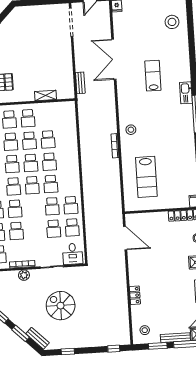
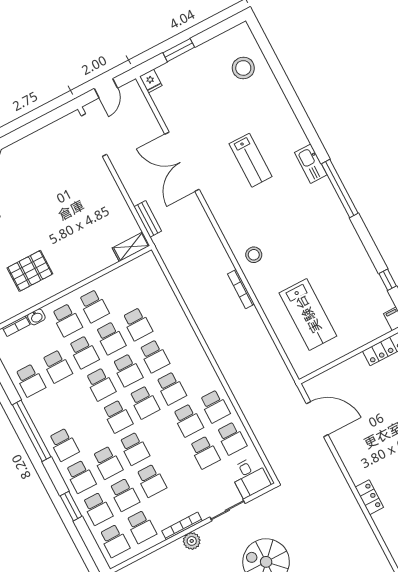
lab bench: (153, 76) -> (251, 160), turned 180
shelving: (46, 95) -> (131, 247), moved

